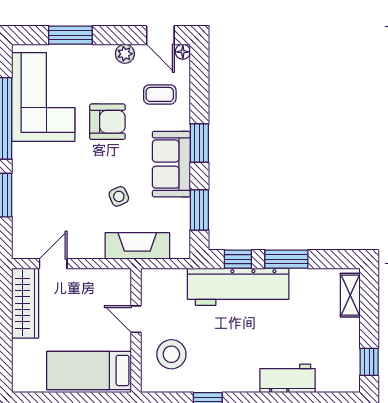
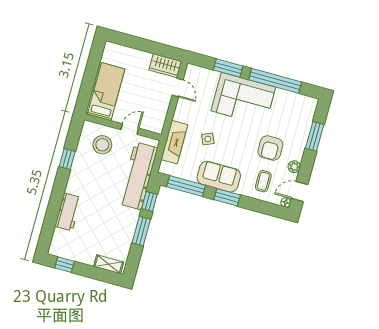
corner sofa: (43, 97) -> (243, 99), moved
armchair: (107, 122) -> (270, 148), moved
window: (199, 210) -> (186, 186), width x1.44
workbench: (238, 287) -> (138, 176), moved
wardrobe: (25, 303) -> (165, 66), width x0.67

